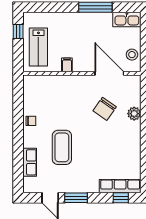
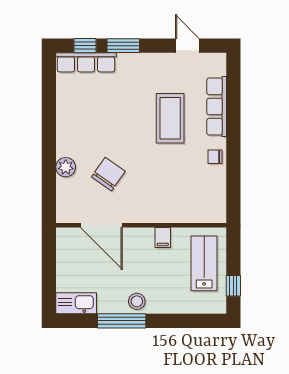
stool: (132, 55) -> (137, 301), moved
row of seats: (30, 162) -> (217, 107), width x1.48
window: (76, 198) -> (123, 46), moved

